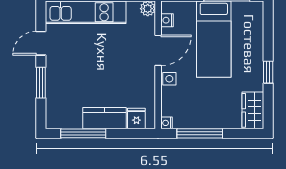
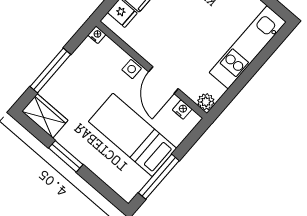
window: (268, 72) -> (66, 156), width x1.50
window: (200, 133) -> (50, 71), moved

